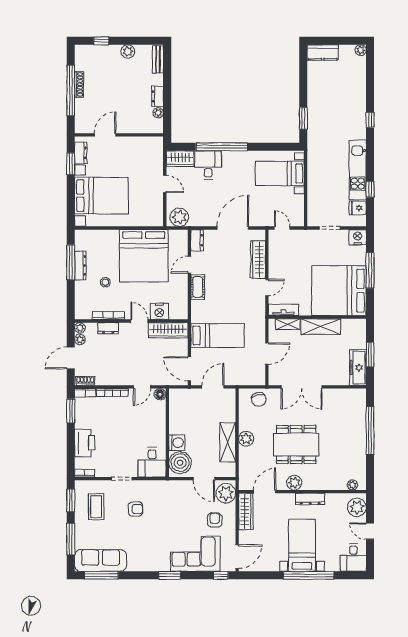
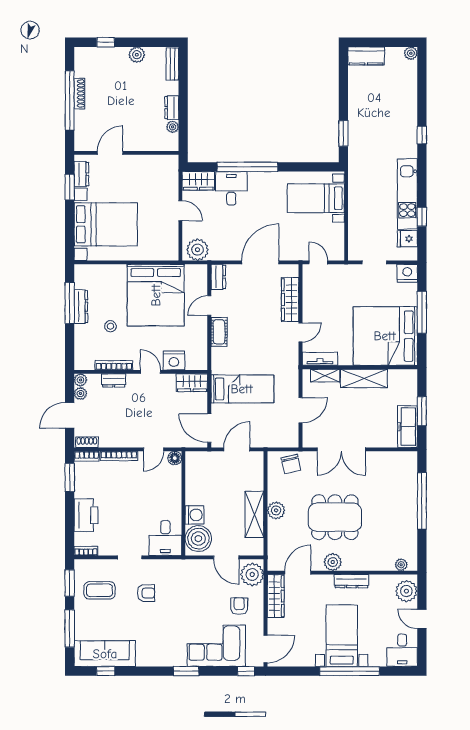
wardrobe: (168, 330) -> (192, 383), width x0.67
coffee table: (96, 507) -> (100, 590), turned 90
window: (101, 575) -> (106, 671), width x0.46

